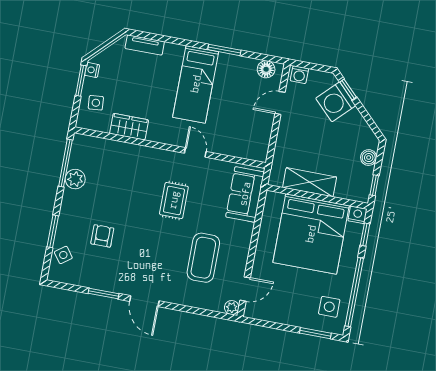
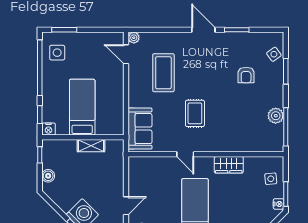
wardrobe: (129, 127) -> (229, 165), moved
shelving: (310, 182) -> (91, 146), width x0.67, depth x0.75
bed: (311, 234) -> (82, 107), width x0.49
door: (245, 289) -> (126, 54), hinge flipped

